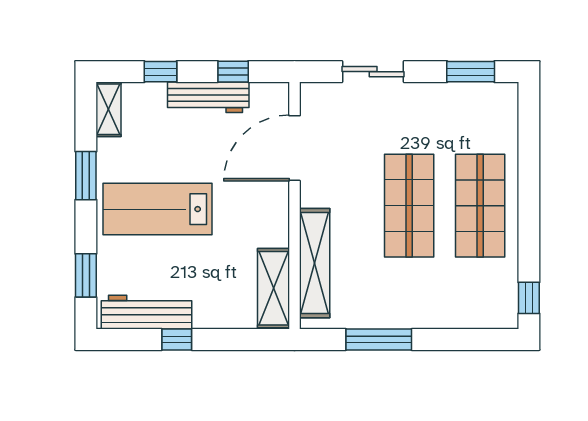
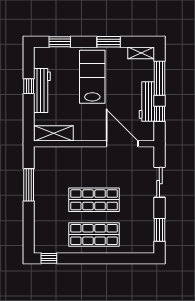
window: (160, 72) -> (159, 78), width x2.17
shelving: (315, 263) -> (66, 154), removed
workbench: (146, 312) -> (42, 90), moved

